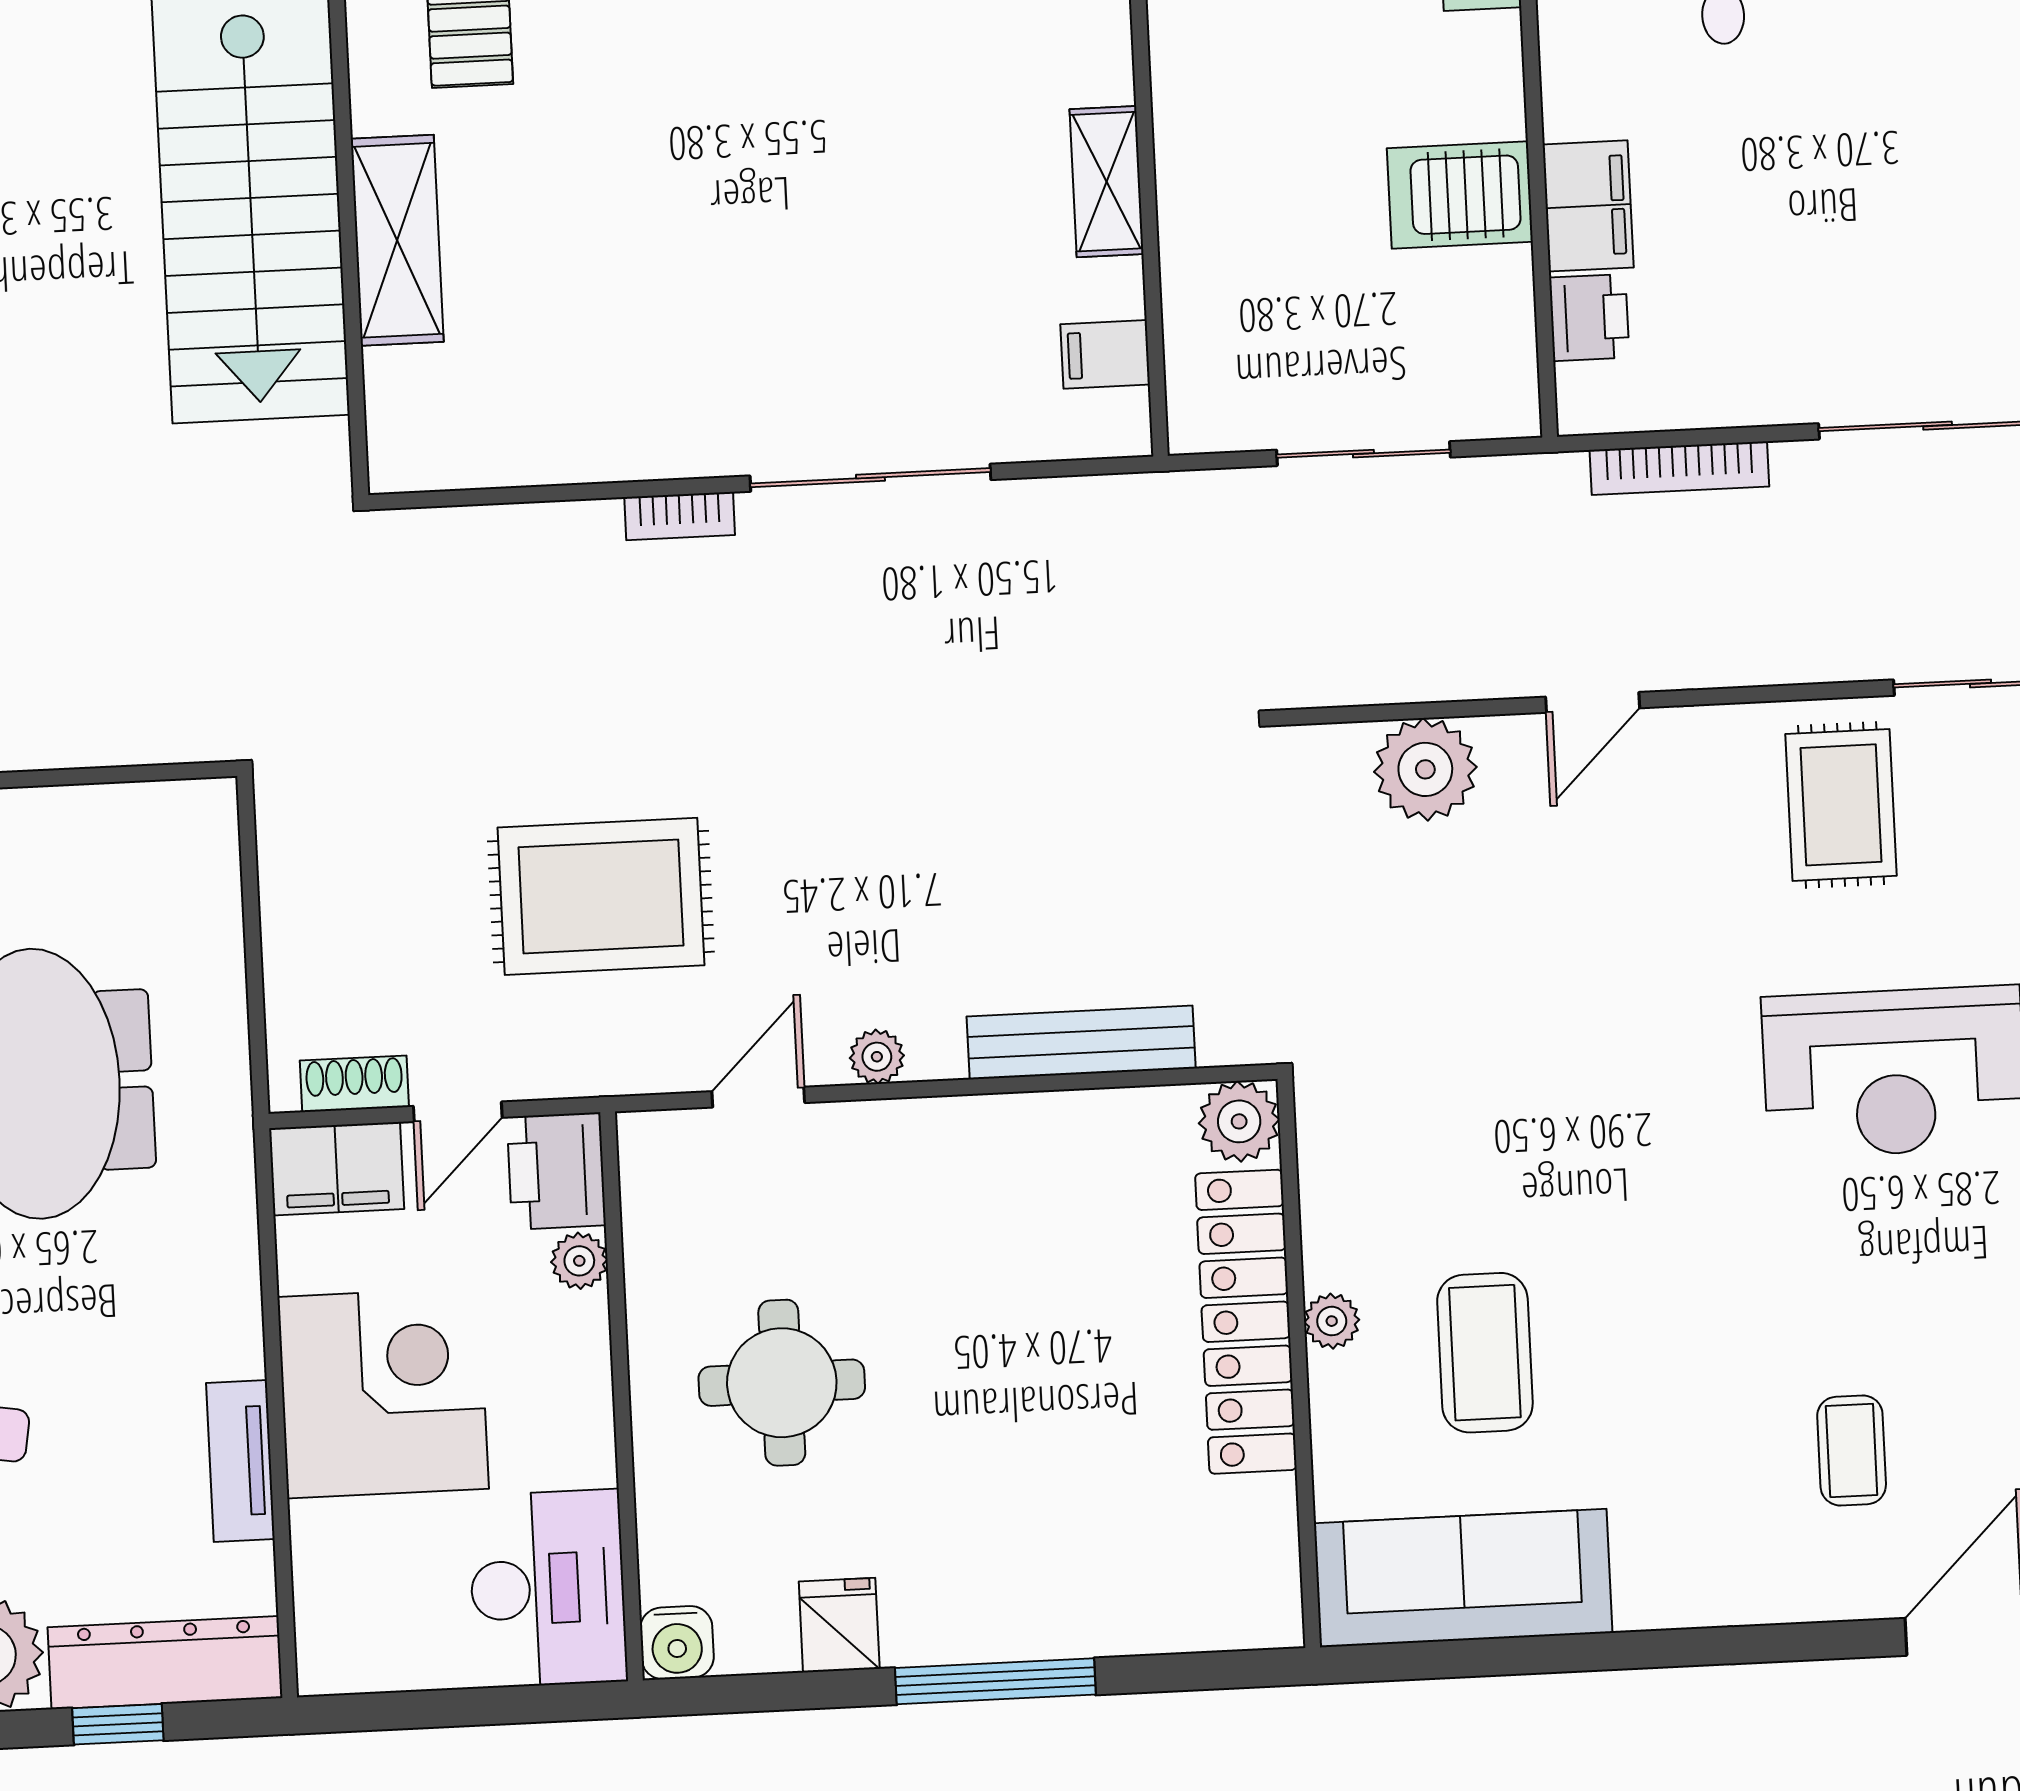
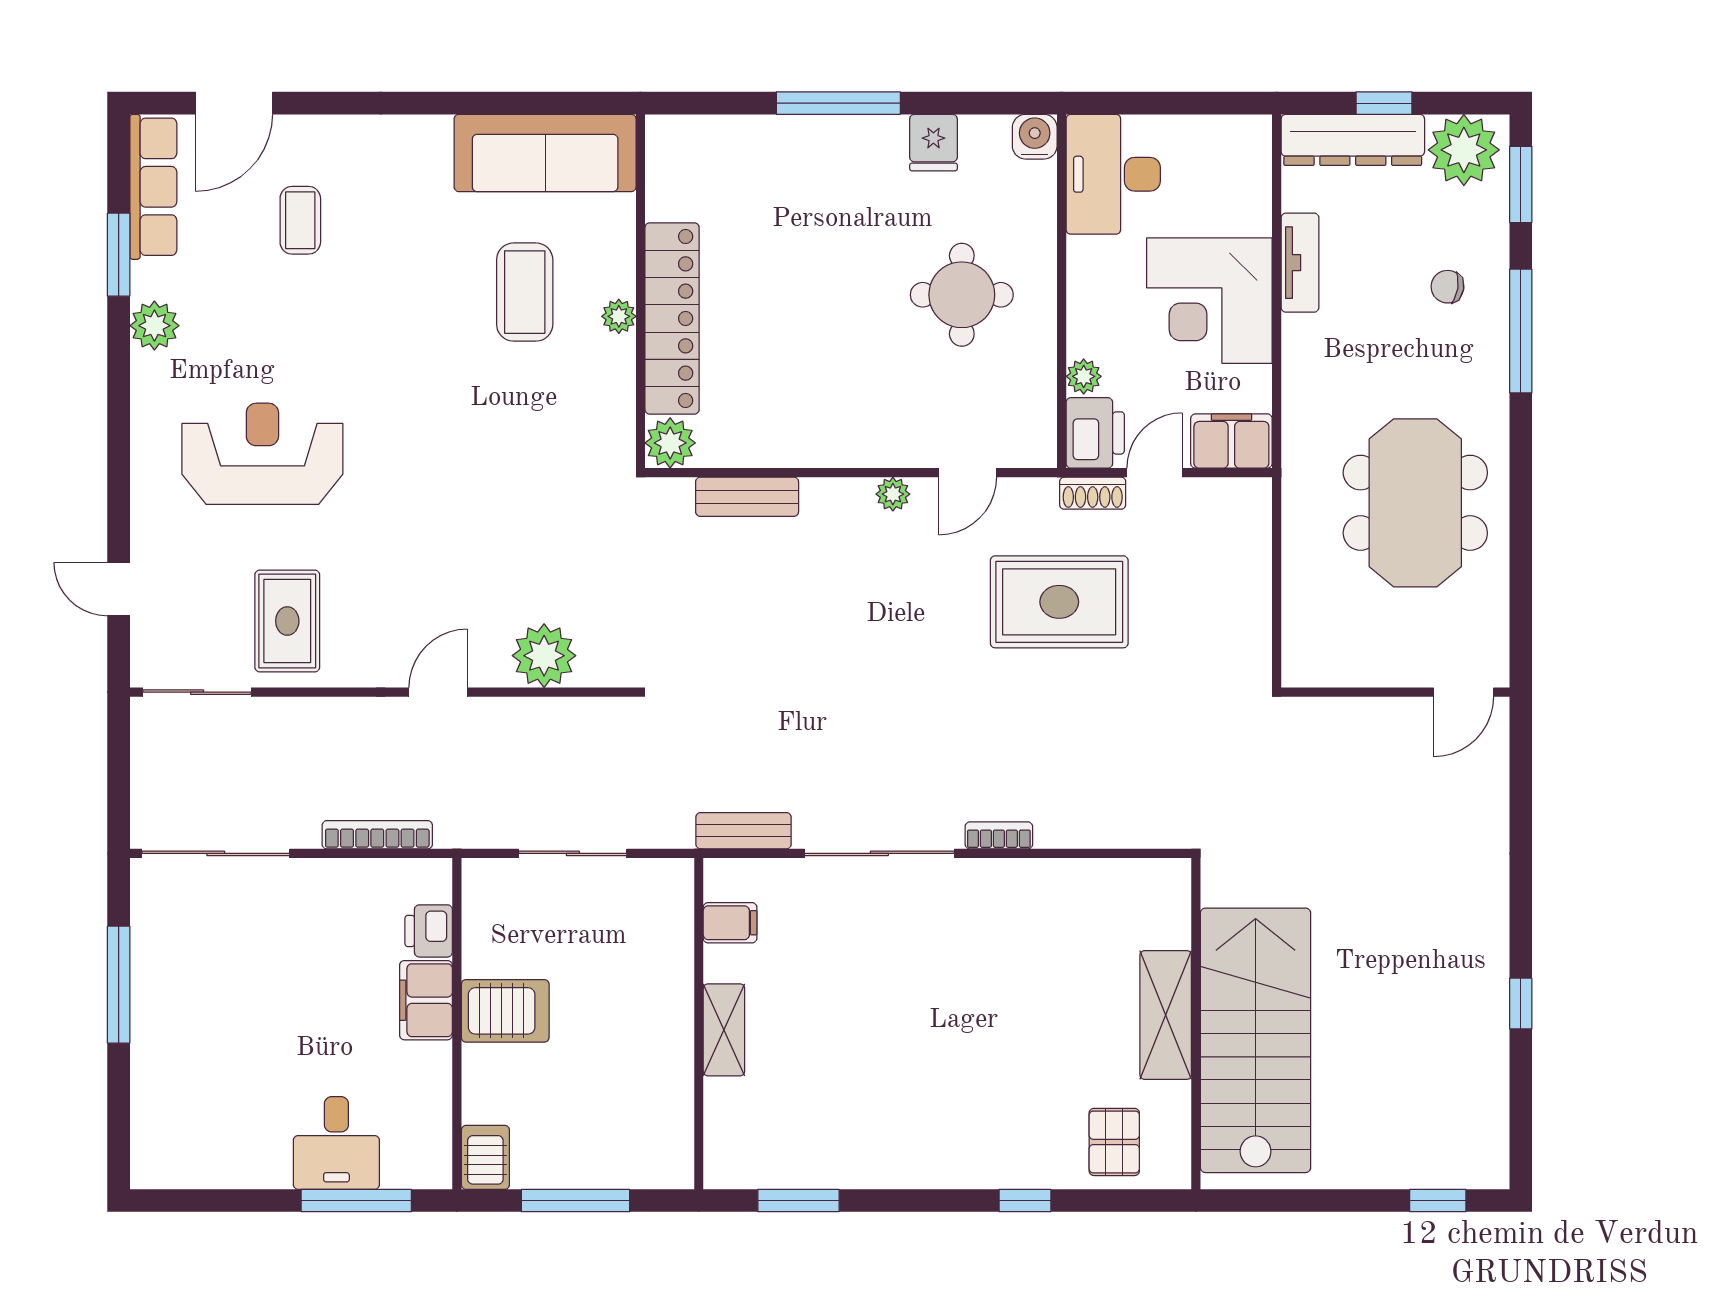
bench: (1091, 504) -> (744, 831), added
bench: (1081, 1042) -> (747, 497), width x0.73
shoe rack: (354, 1084) -> (1093, 493), moved

